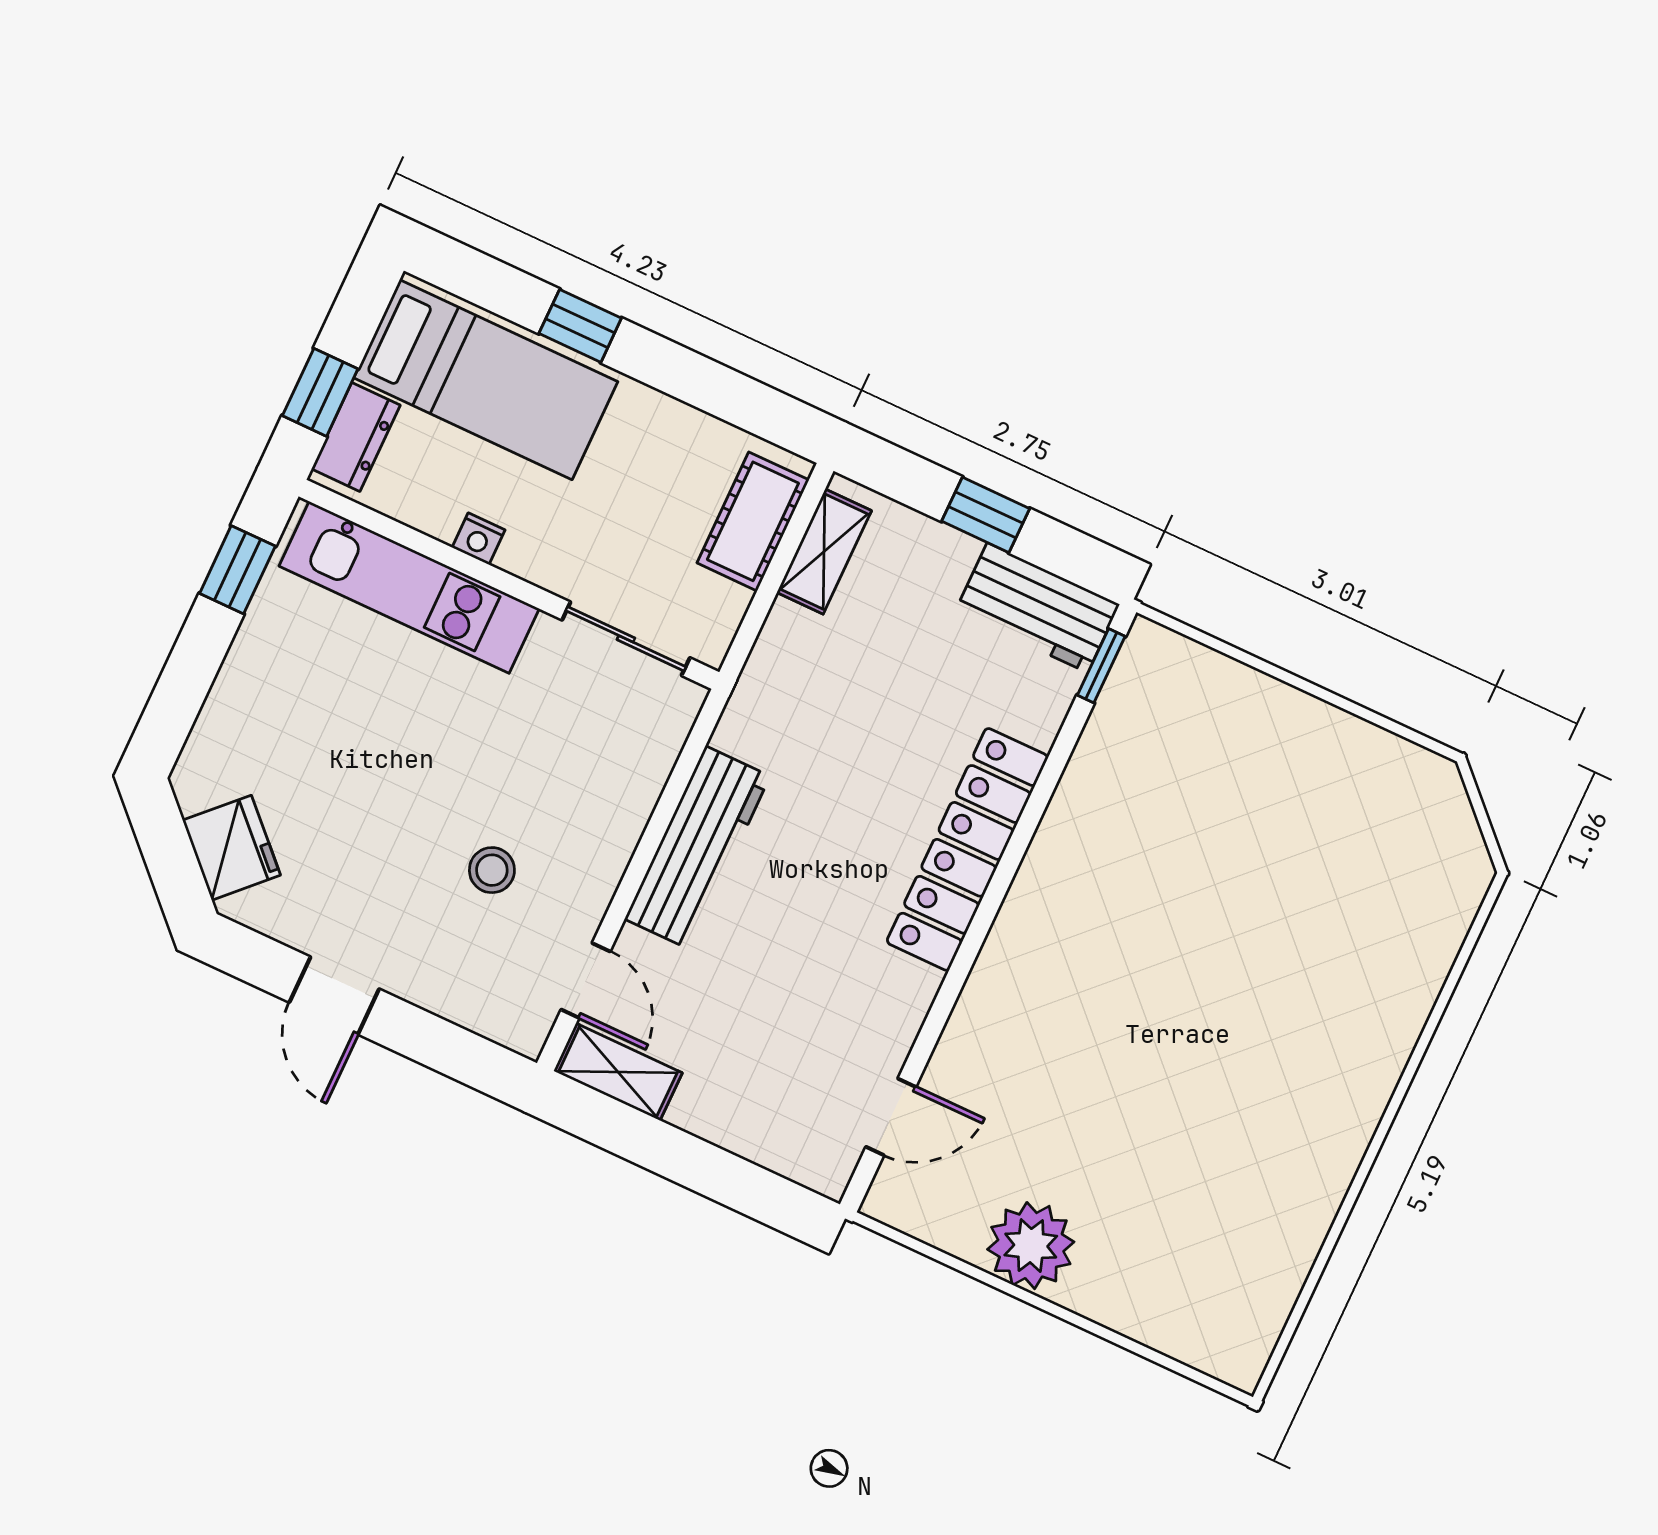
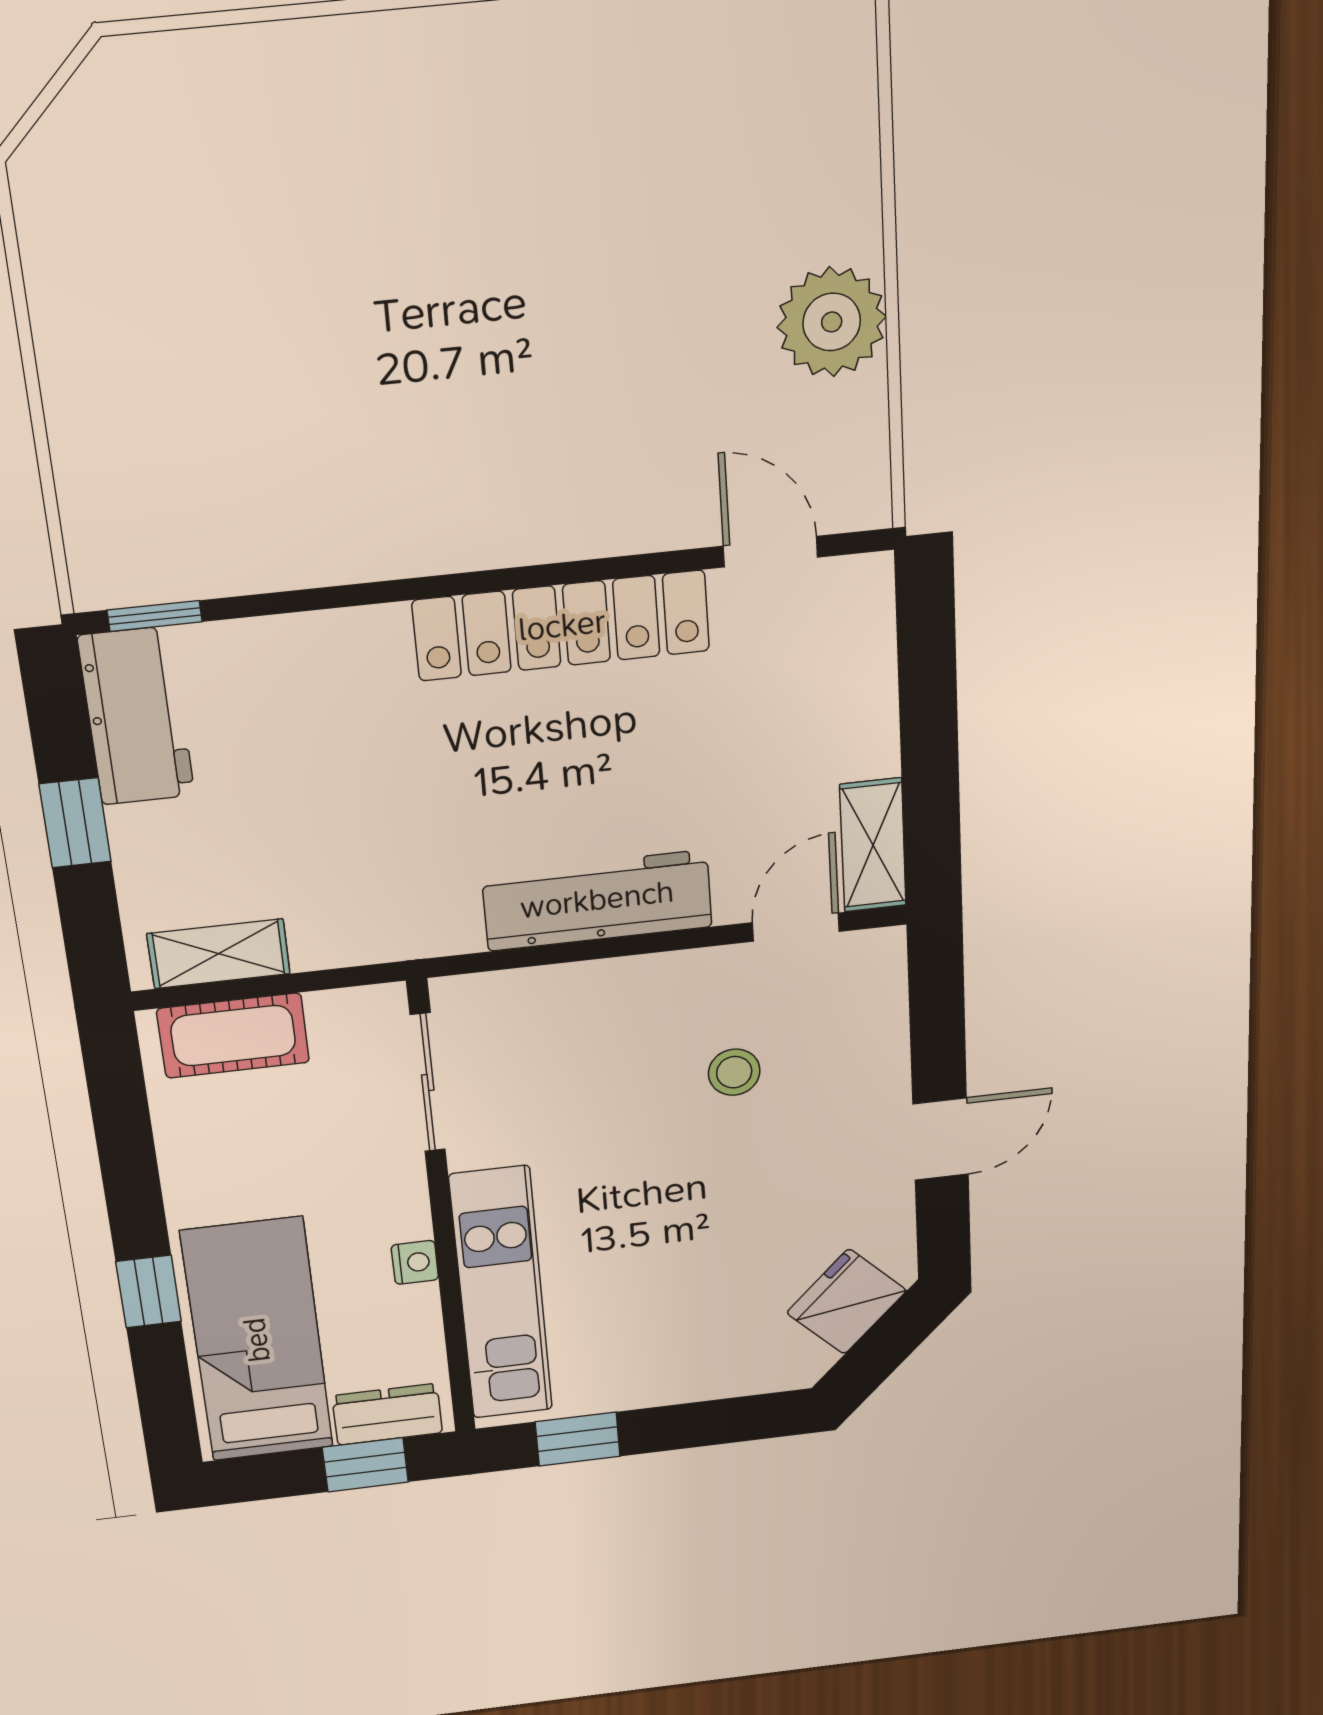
locker: (967, 849) -> (562, 626), moved

